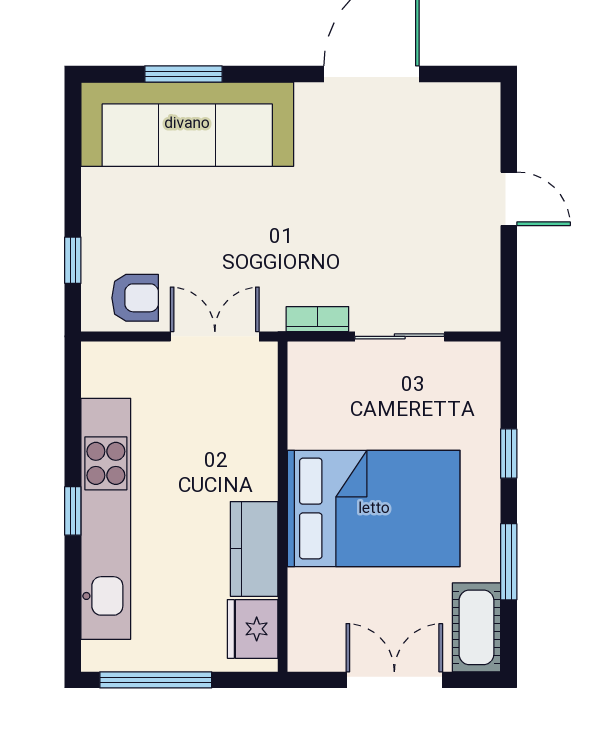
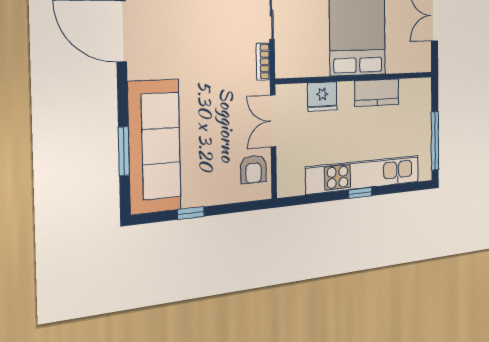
window: (73, 260) -> (191, 213), moved
armchair: (135, 298) -> (253, 169), turned 180
fridge: (253, 629) -> (322, 96), moved

